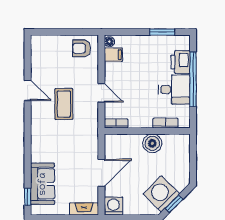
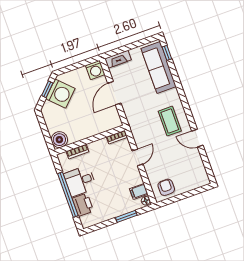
window: (162, 32) -> (126, 216), moved
armchair: (81, 48) -> (166, 187), turned -90
door: (101, 93) -> (137, 157), swing flipped
coffee table: (64, 104) -> (170, 121), moved
boiler: (152, 143) -> (59, 140), moved
sofa: (43, 184) -> (159, 67), width x1.36

